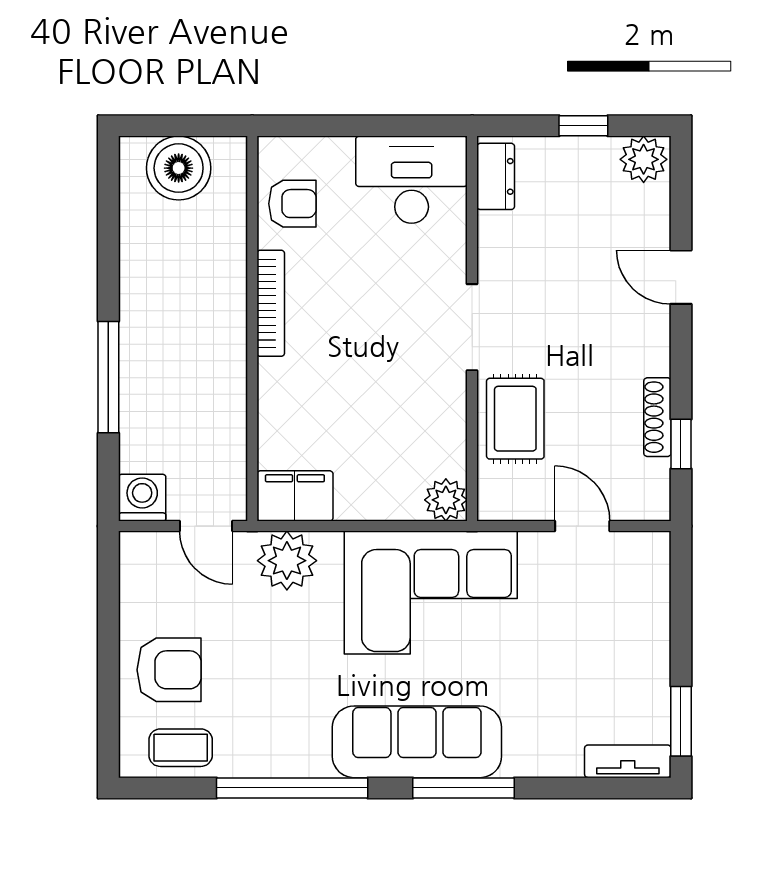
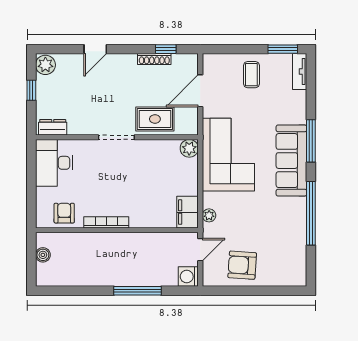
boiler: (179, 168) -> (43, 255), width x0.54, depth x0.54
door: (582, 526) -> (200, 91), width x1.38
plant: (287, 561) -> (209, 215), width x0.53, depth x0.53
armchair: (169, 670) -> (242, 265), moved, turned -86
coffee table: (181, 748) -> (251, 75), moved

